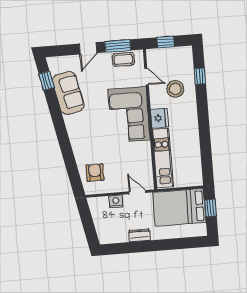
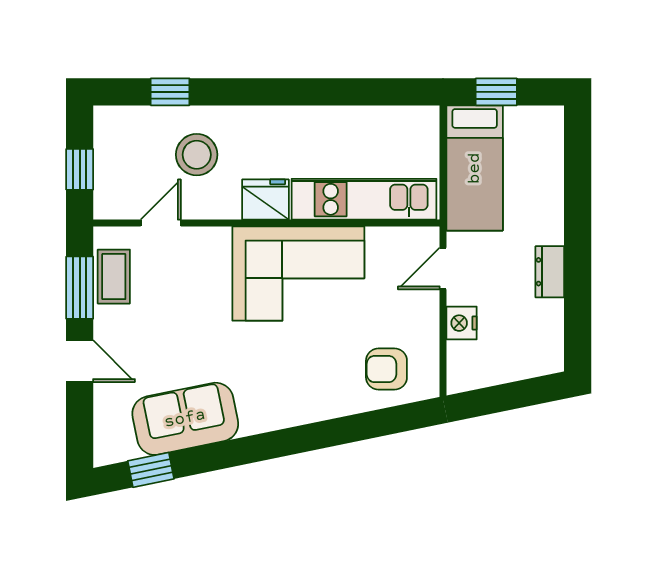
corner sofa: (129, 115) -> (298, 274), moved
bed: (179, 207) -> (475, 168), width x0.67

